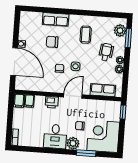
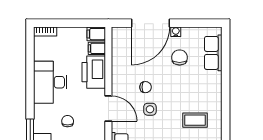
row of seats: (56, 19) -> (213, 53), moved
chair: (52, 42) -> (180, 57), moved
printer: (52, 102) -> (94, 72), width x1.87, depth x1.48
desk: (55, 136) -> (50, 82), width x1.37
plant: (73, 143) -> (43, 113), removed

